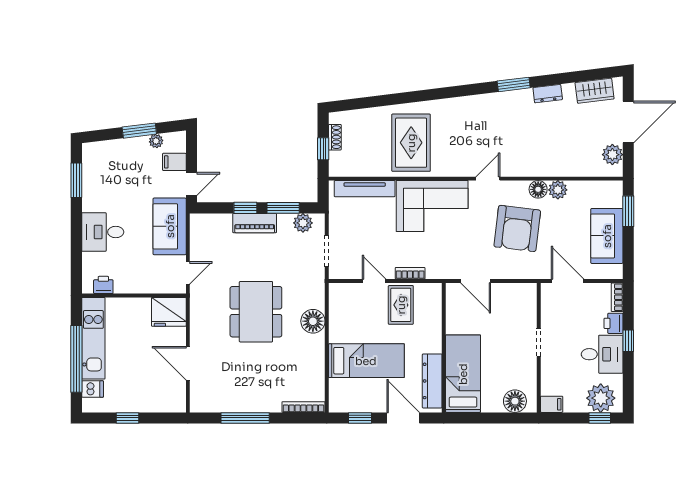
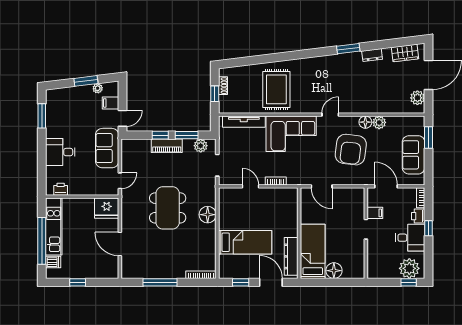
rug: (401, 305) -> (269, 203), removed
floor lamp: (515, 401) -> (334, 271), moved
filing cabinet: (552, 404) -> (375, 213), moved

